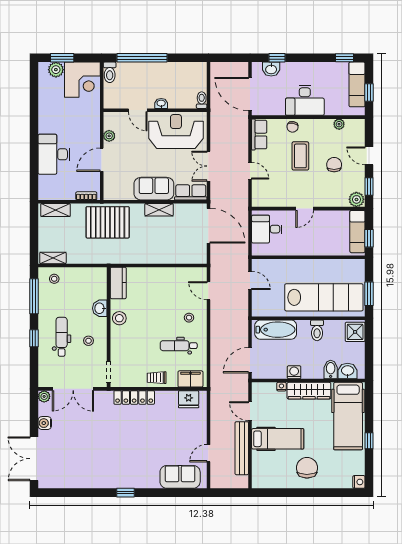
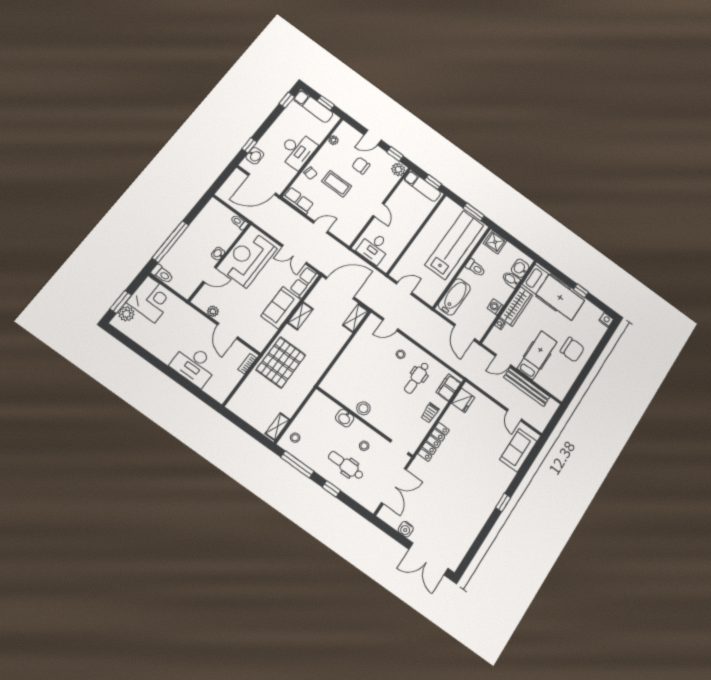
shelving: (55, 210) -> (356, 318), moved
kitchen counter: (118, 283) -> (335, 389), removed
plant: (44, 396) -> (384, 514), removed
chair: (307, 468) -> (572, 350), turned 180

